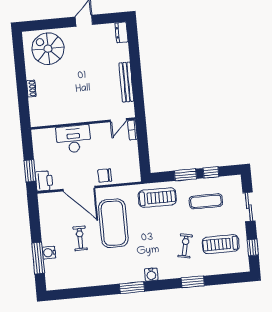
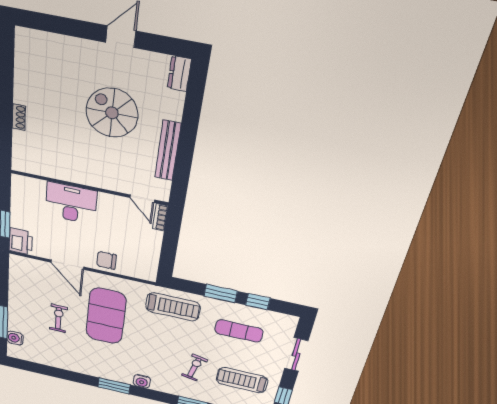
spiral stairs: (48, 49) -> (112, 113), moved
door: (118, 120) -> (142, 199), hinge flipped
door: (79, 189) -> (67, 265), width x0.73
water cooler: (49, 253) -> (15, 338), moved

